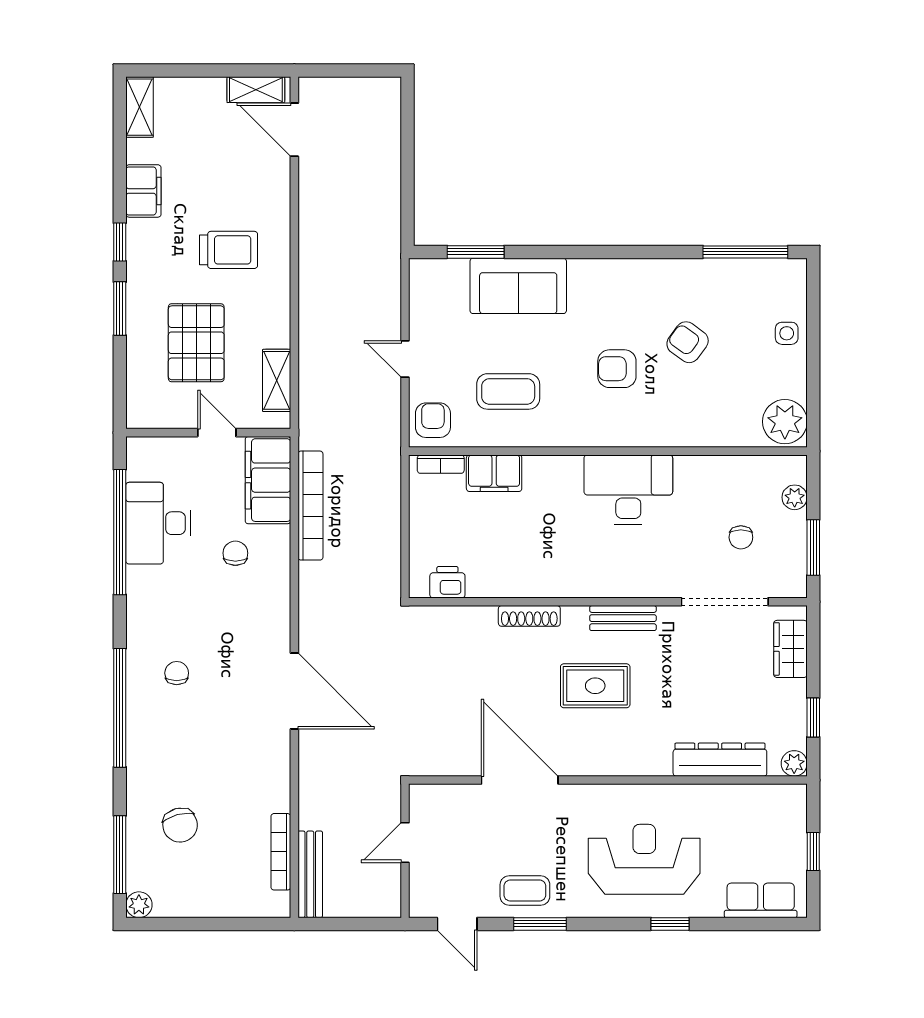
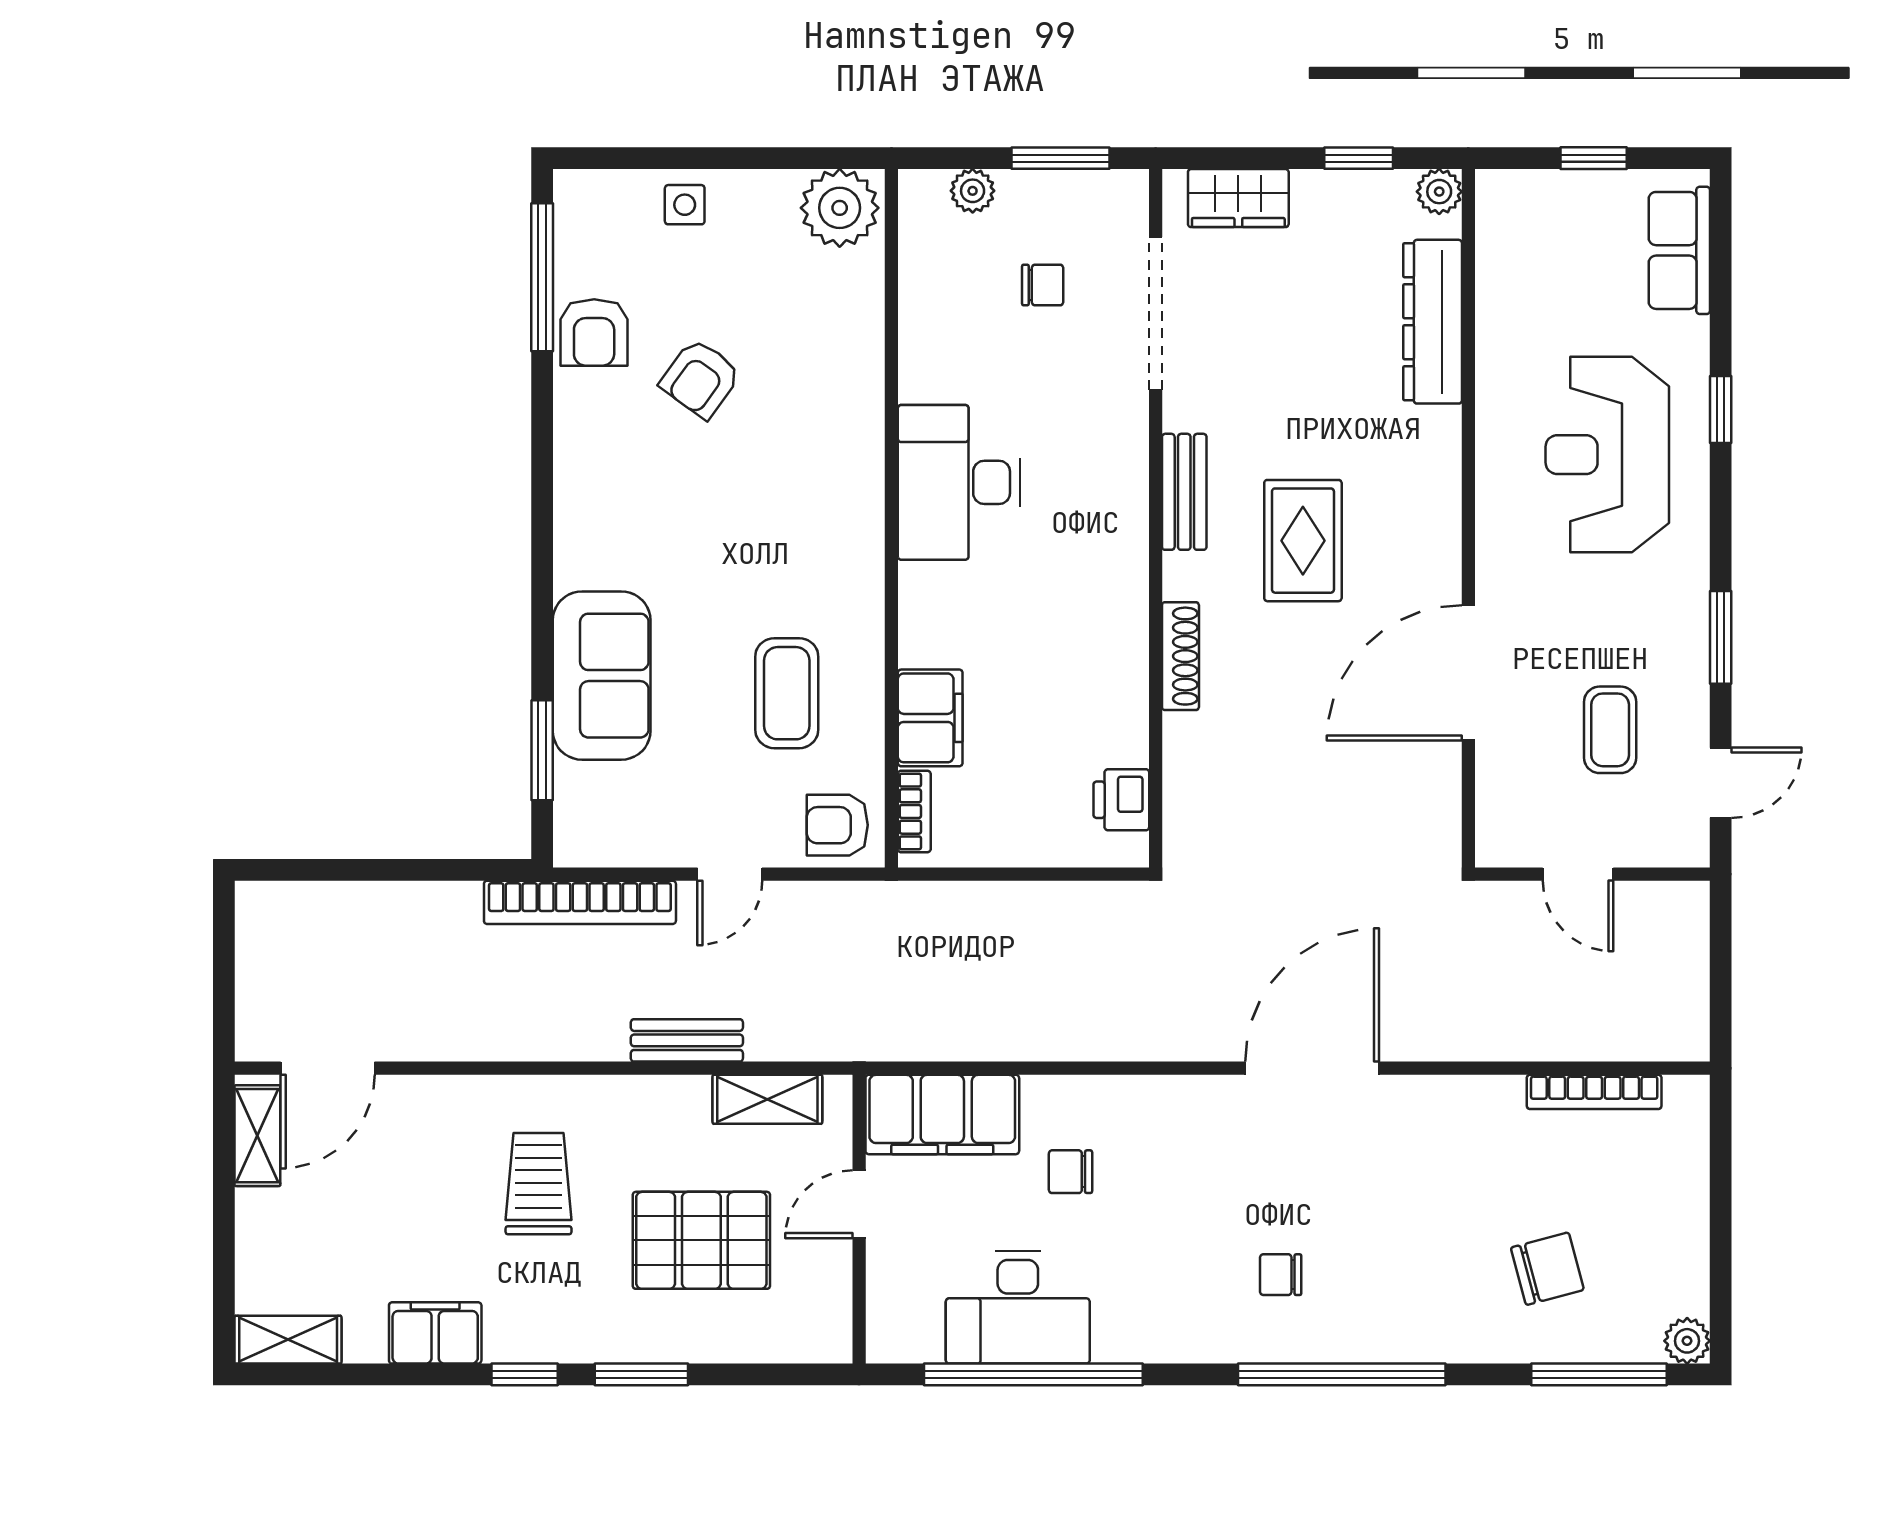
armchair: (617, 369) -> (594, 333), moved
bookcase: (310, 506) -> (580, 902), moved, turned 180
bench: (310, 874) -> (687, 1040), moved, width x0.73
coffee table: (525, 891) -> (1610, 730), moved

